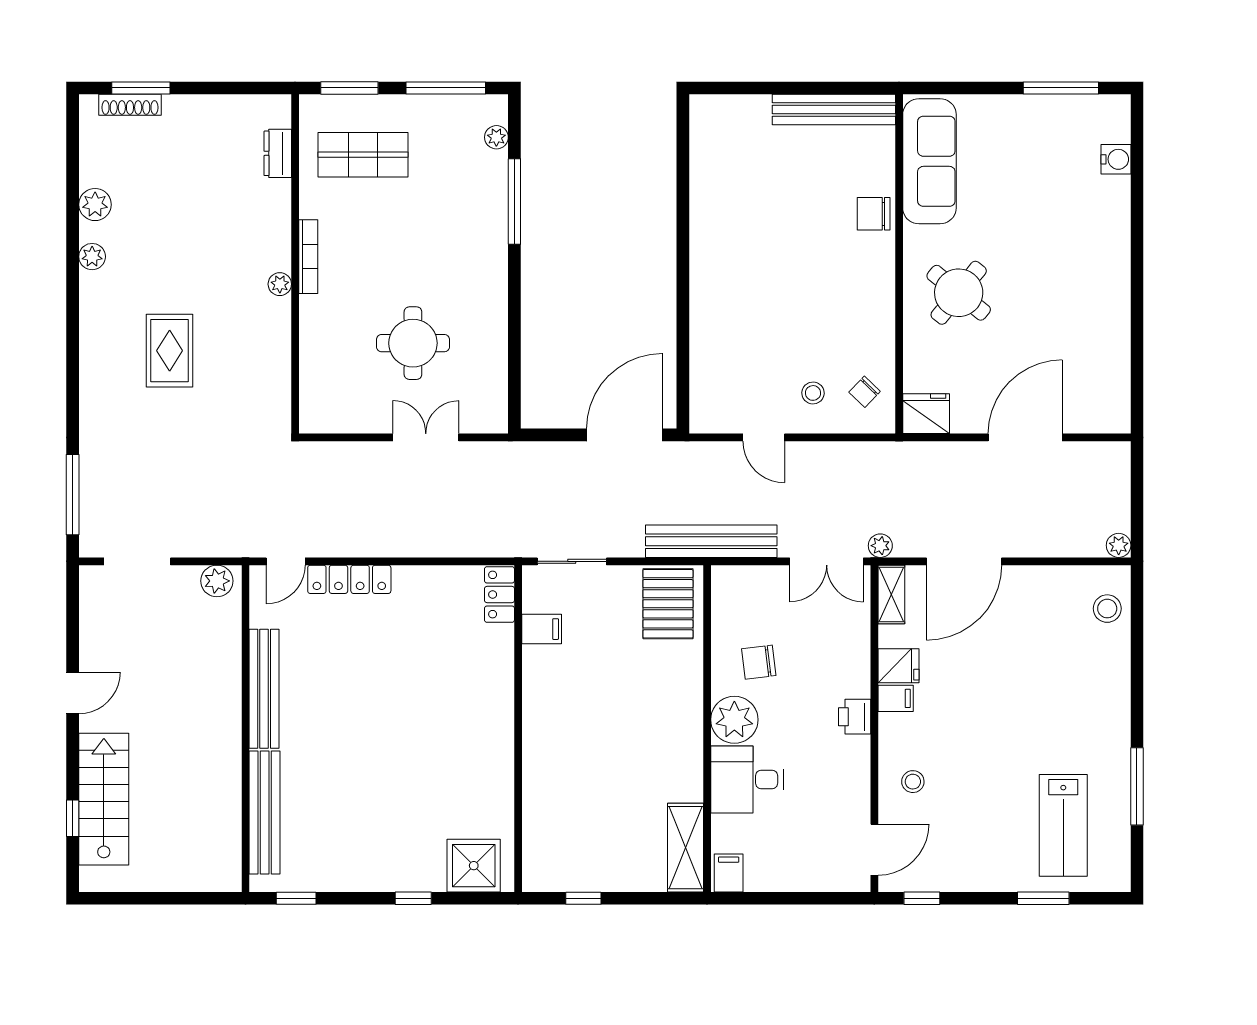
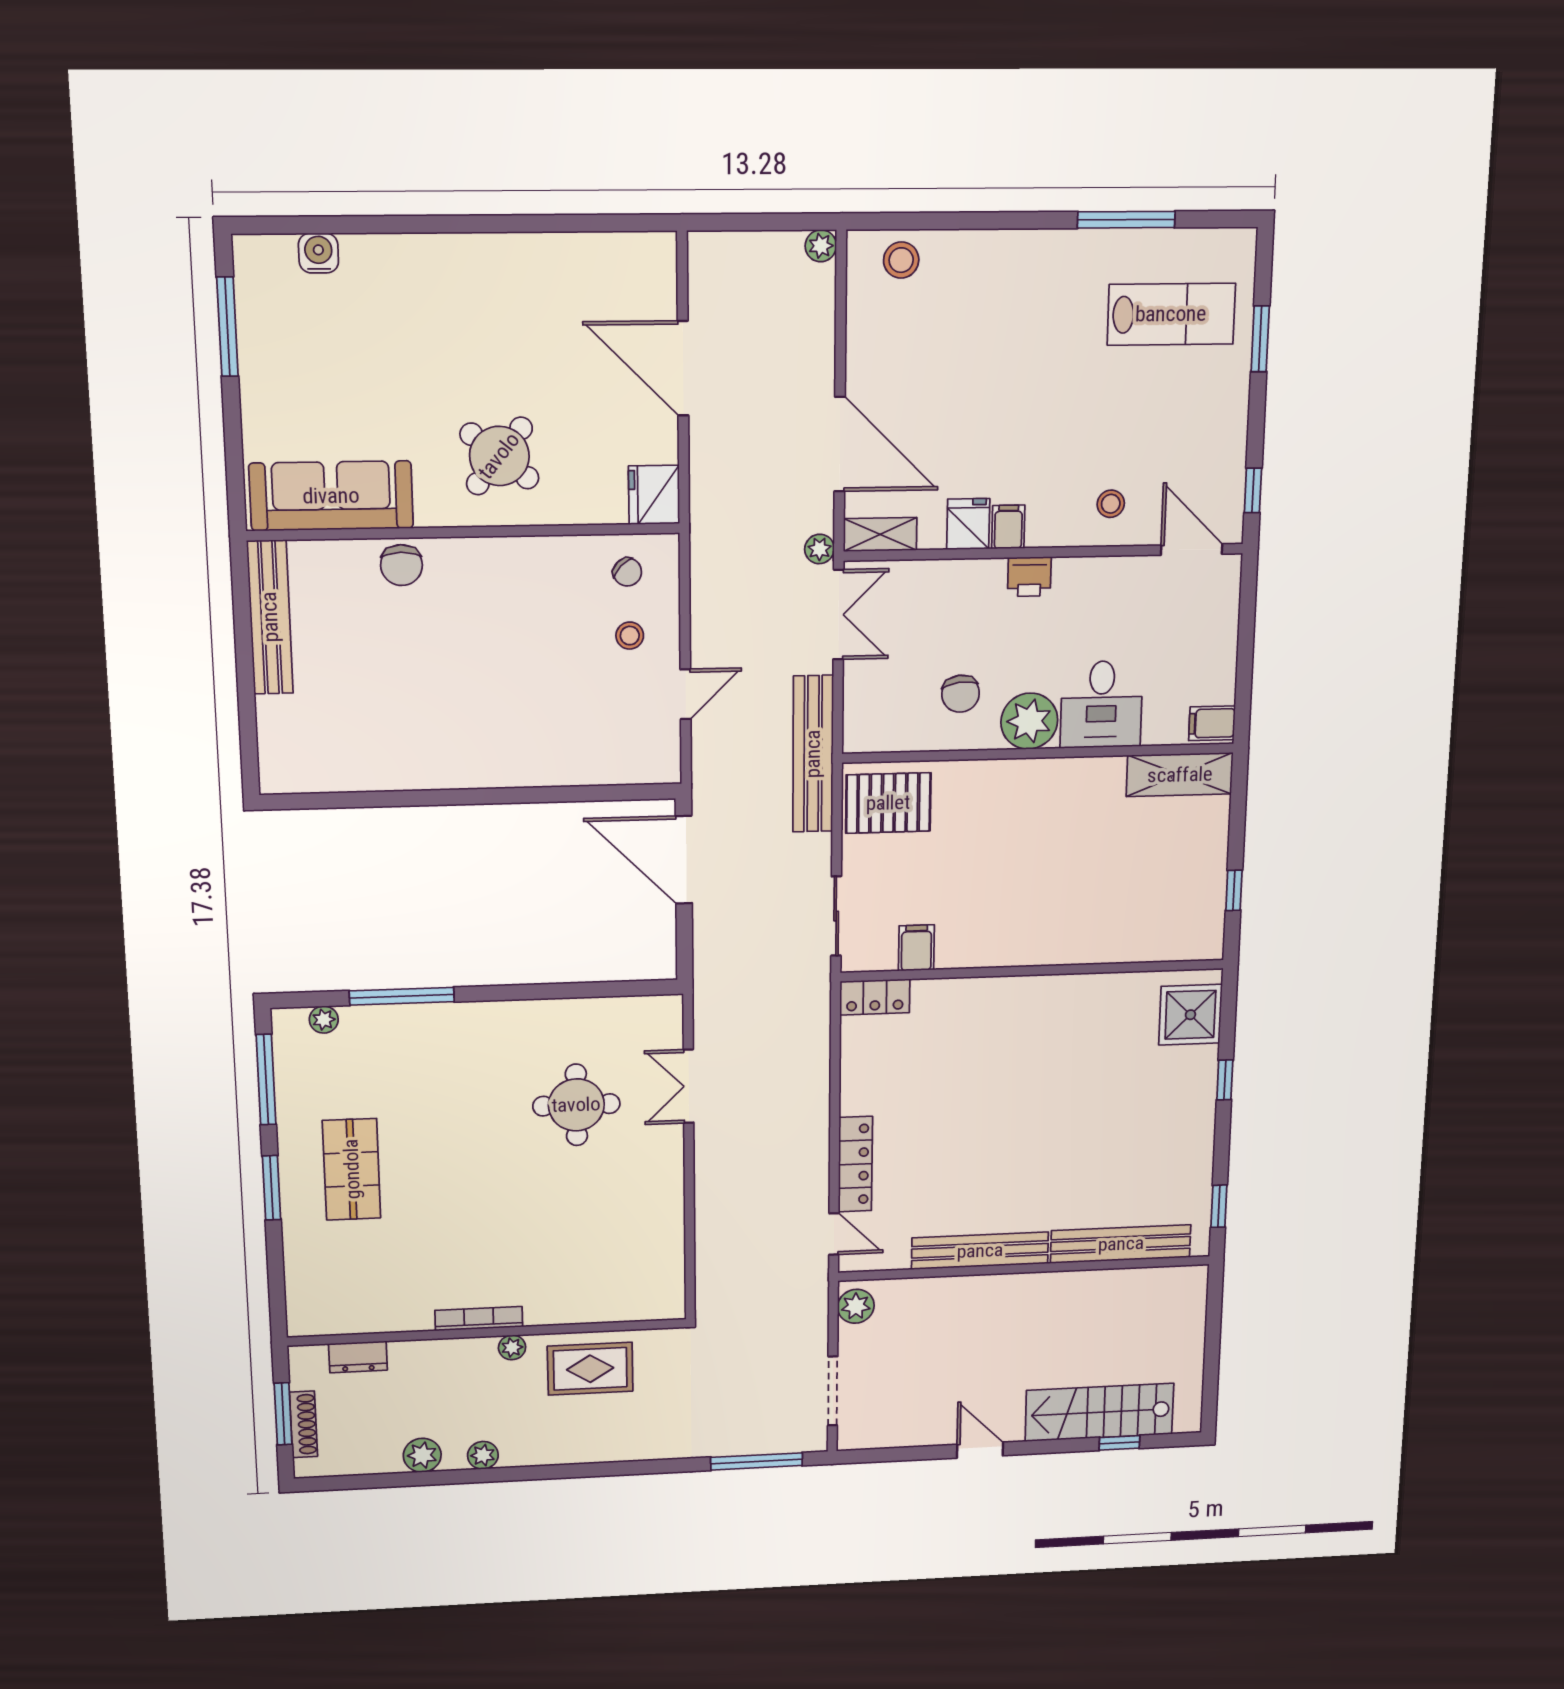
dresser: (278, 153) -> (358, 1357), moved
bookcase: (308, 257) -> (479, 1319), moved
wall: (295, 264) -> (488, 1332), moved
plant: (280, 284) -> (512, 1347), moved

